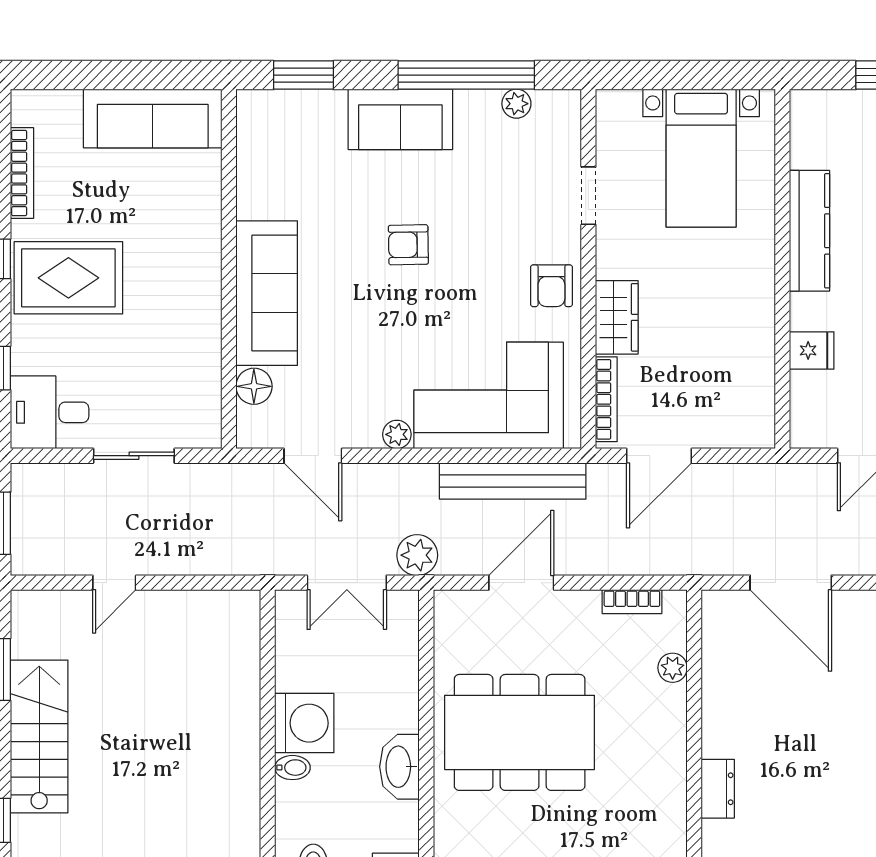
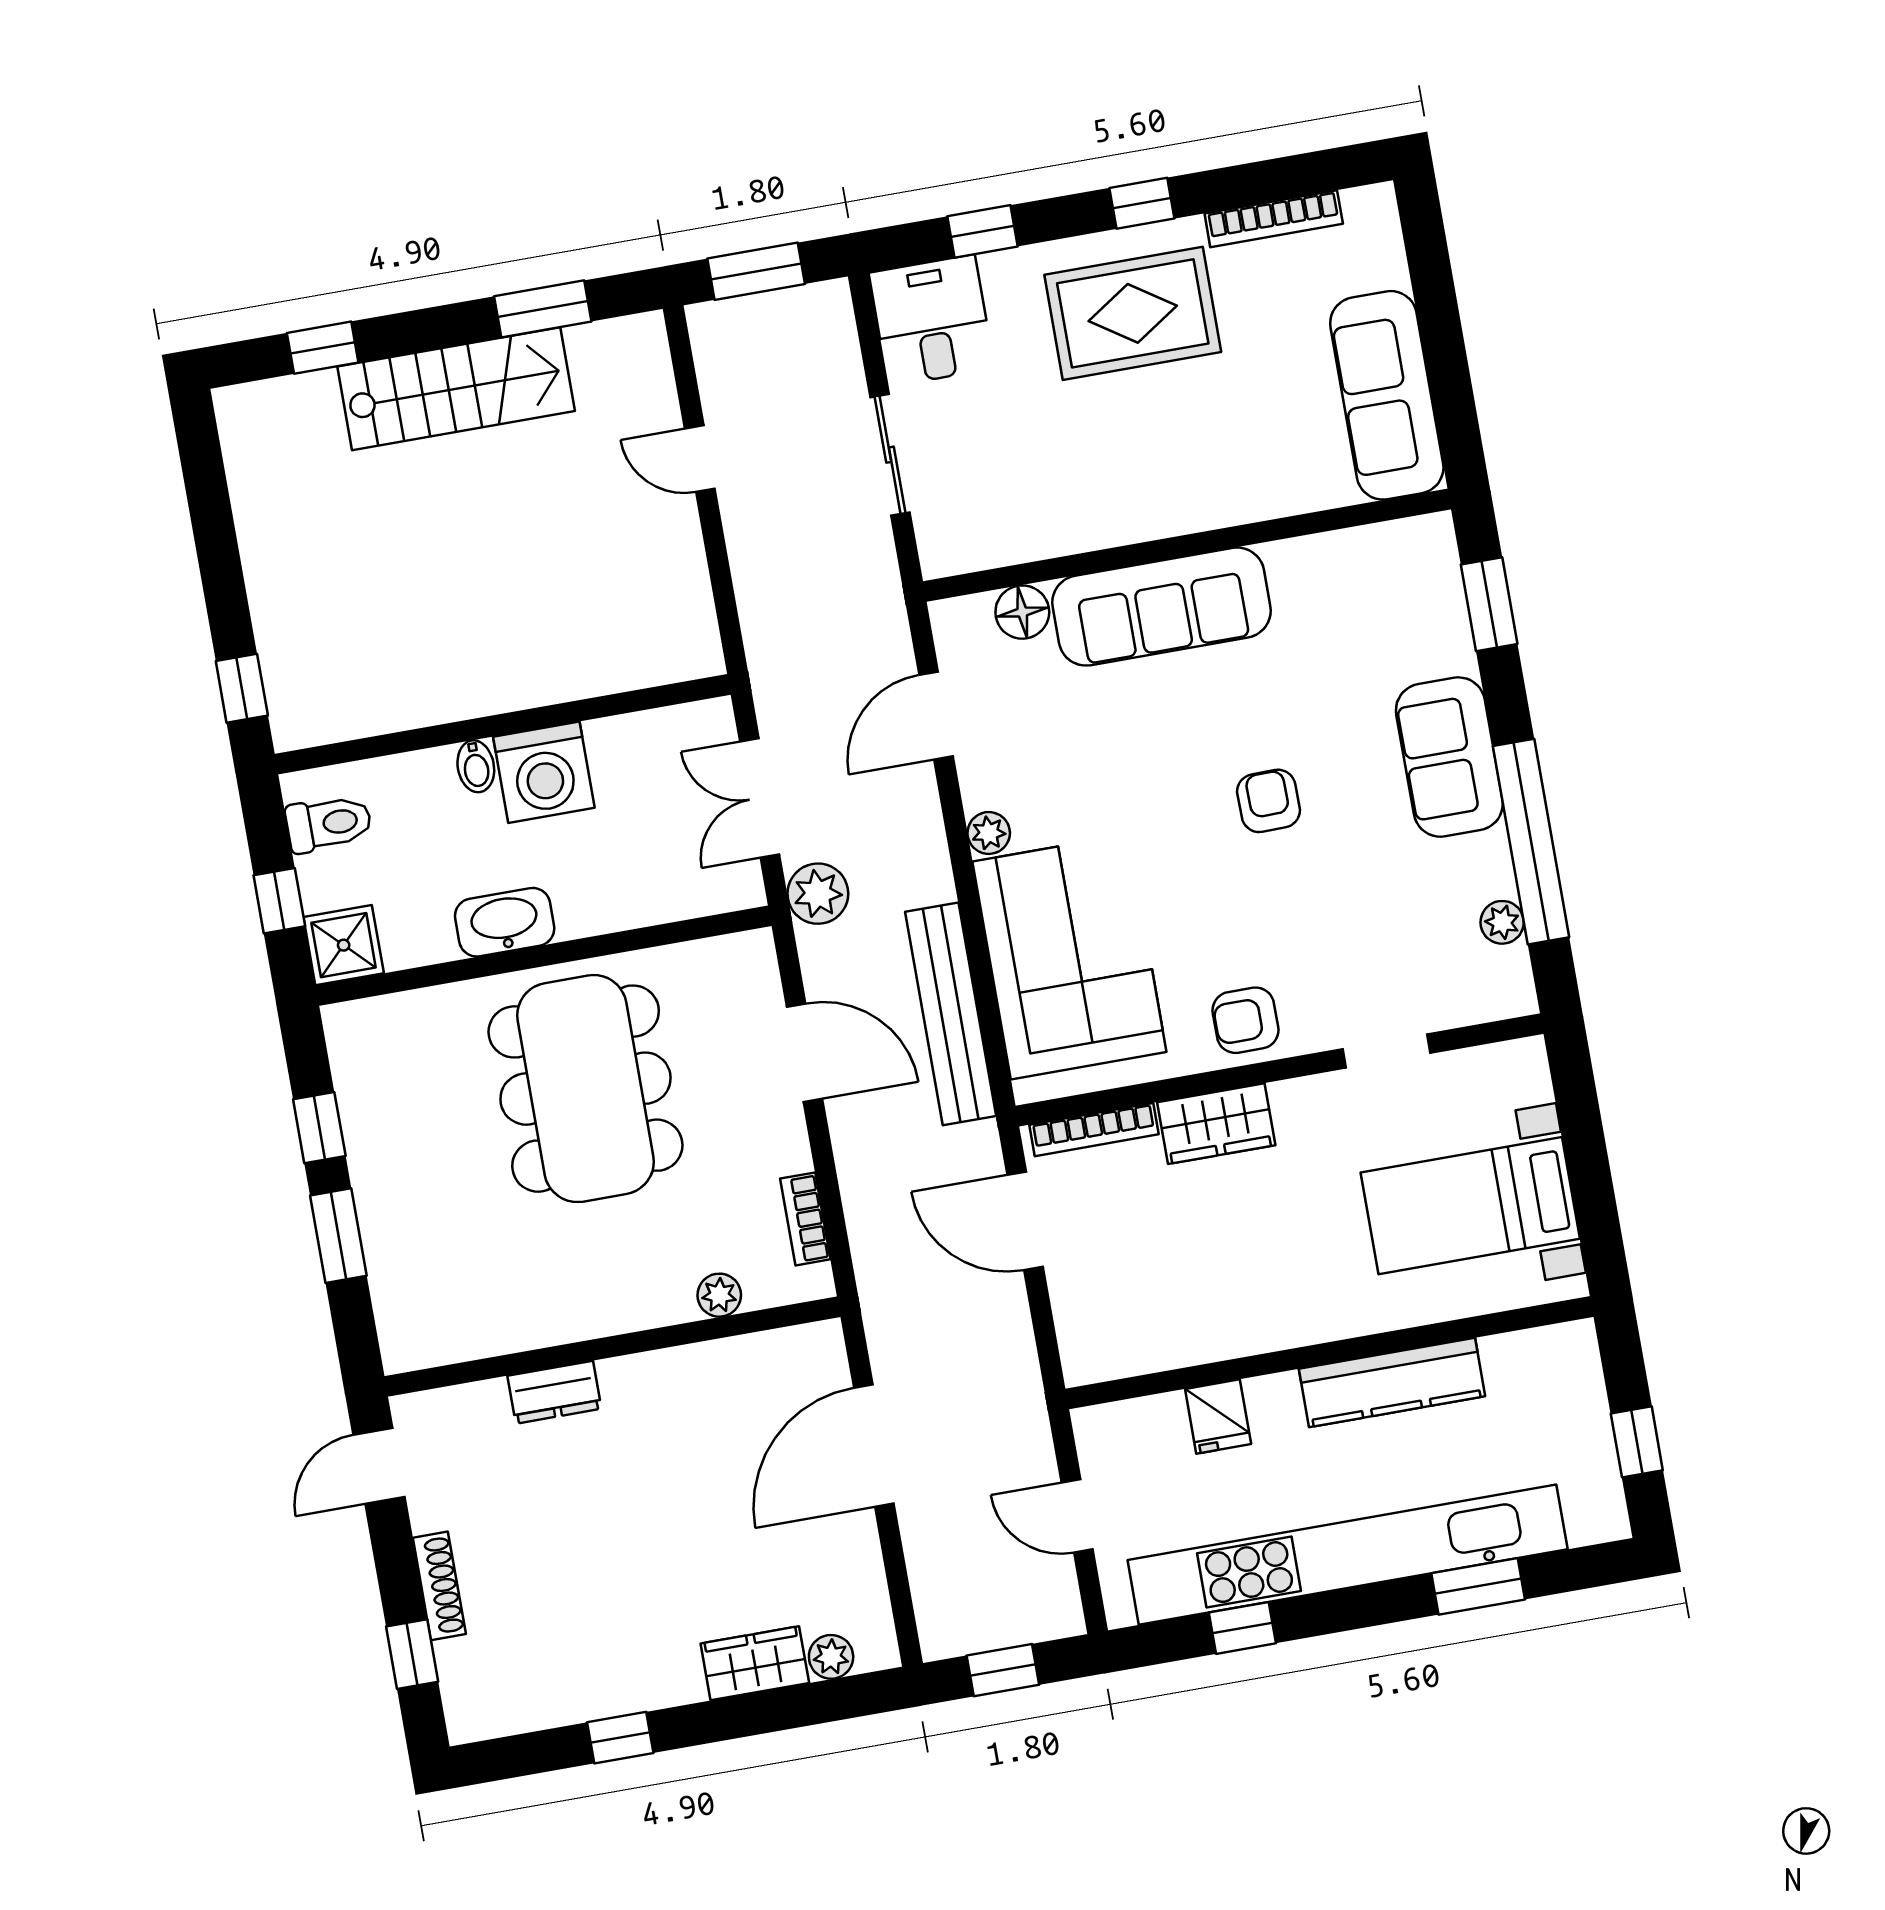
rug: (68, 278) -> (1133, 313), turned 90

